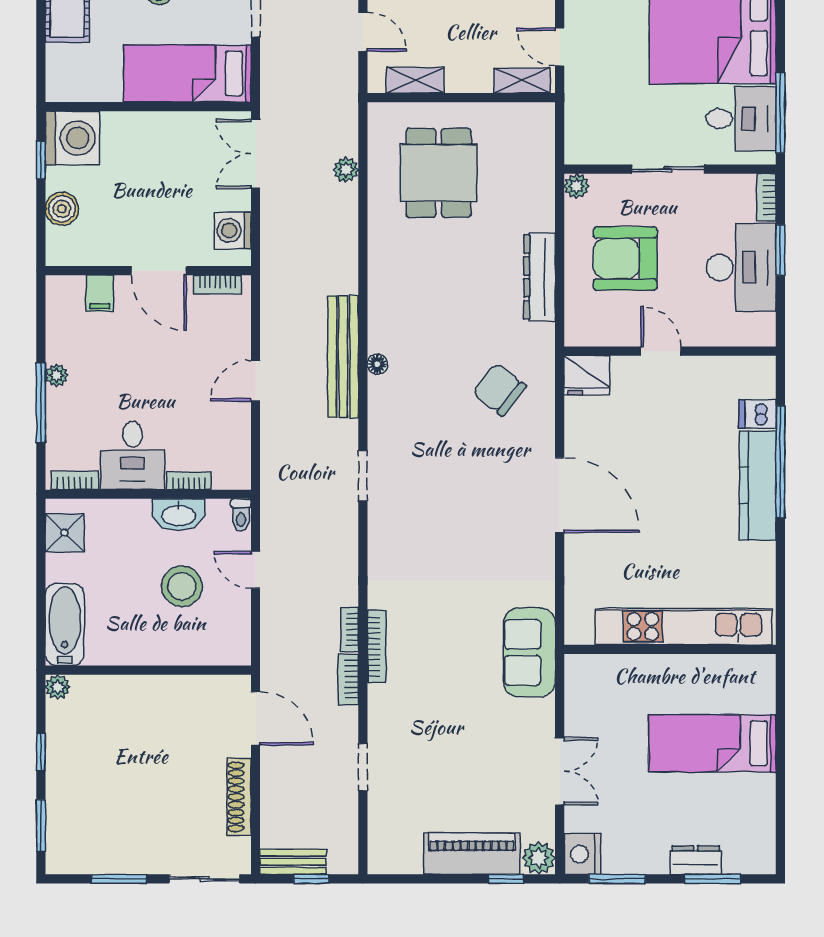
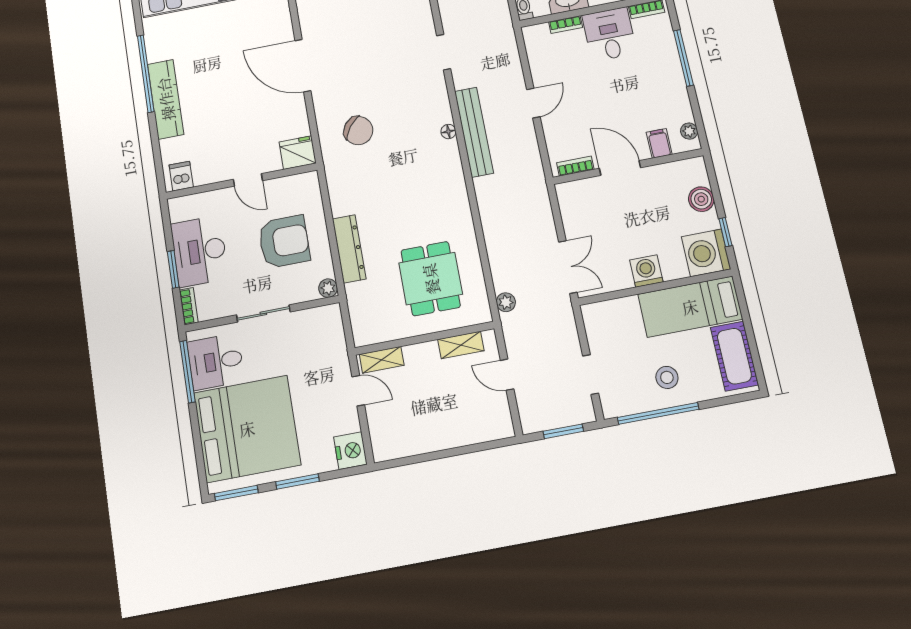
bed: (187, 73) -> (690, 307), moved, turned 180
plant: (346, 170) -> (506, 302), moved
washing machine: (233, 230) -> (646, 271), moved, turned -90
dresser: (540, 277) -> (349, 249), moved
plant: (57, 375) -> (689, 131), moved
dishwasher: (757, 414) -> (181, 176), moved, turned -90
window: (780, 462) -> (146, 74), moved

